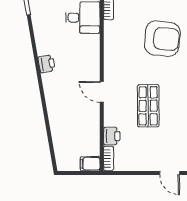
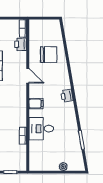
chair: (72, 122) -> (49, 55), added
filing cabinet: (90, 164) -> (36, 104), moved

